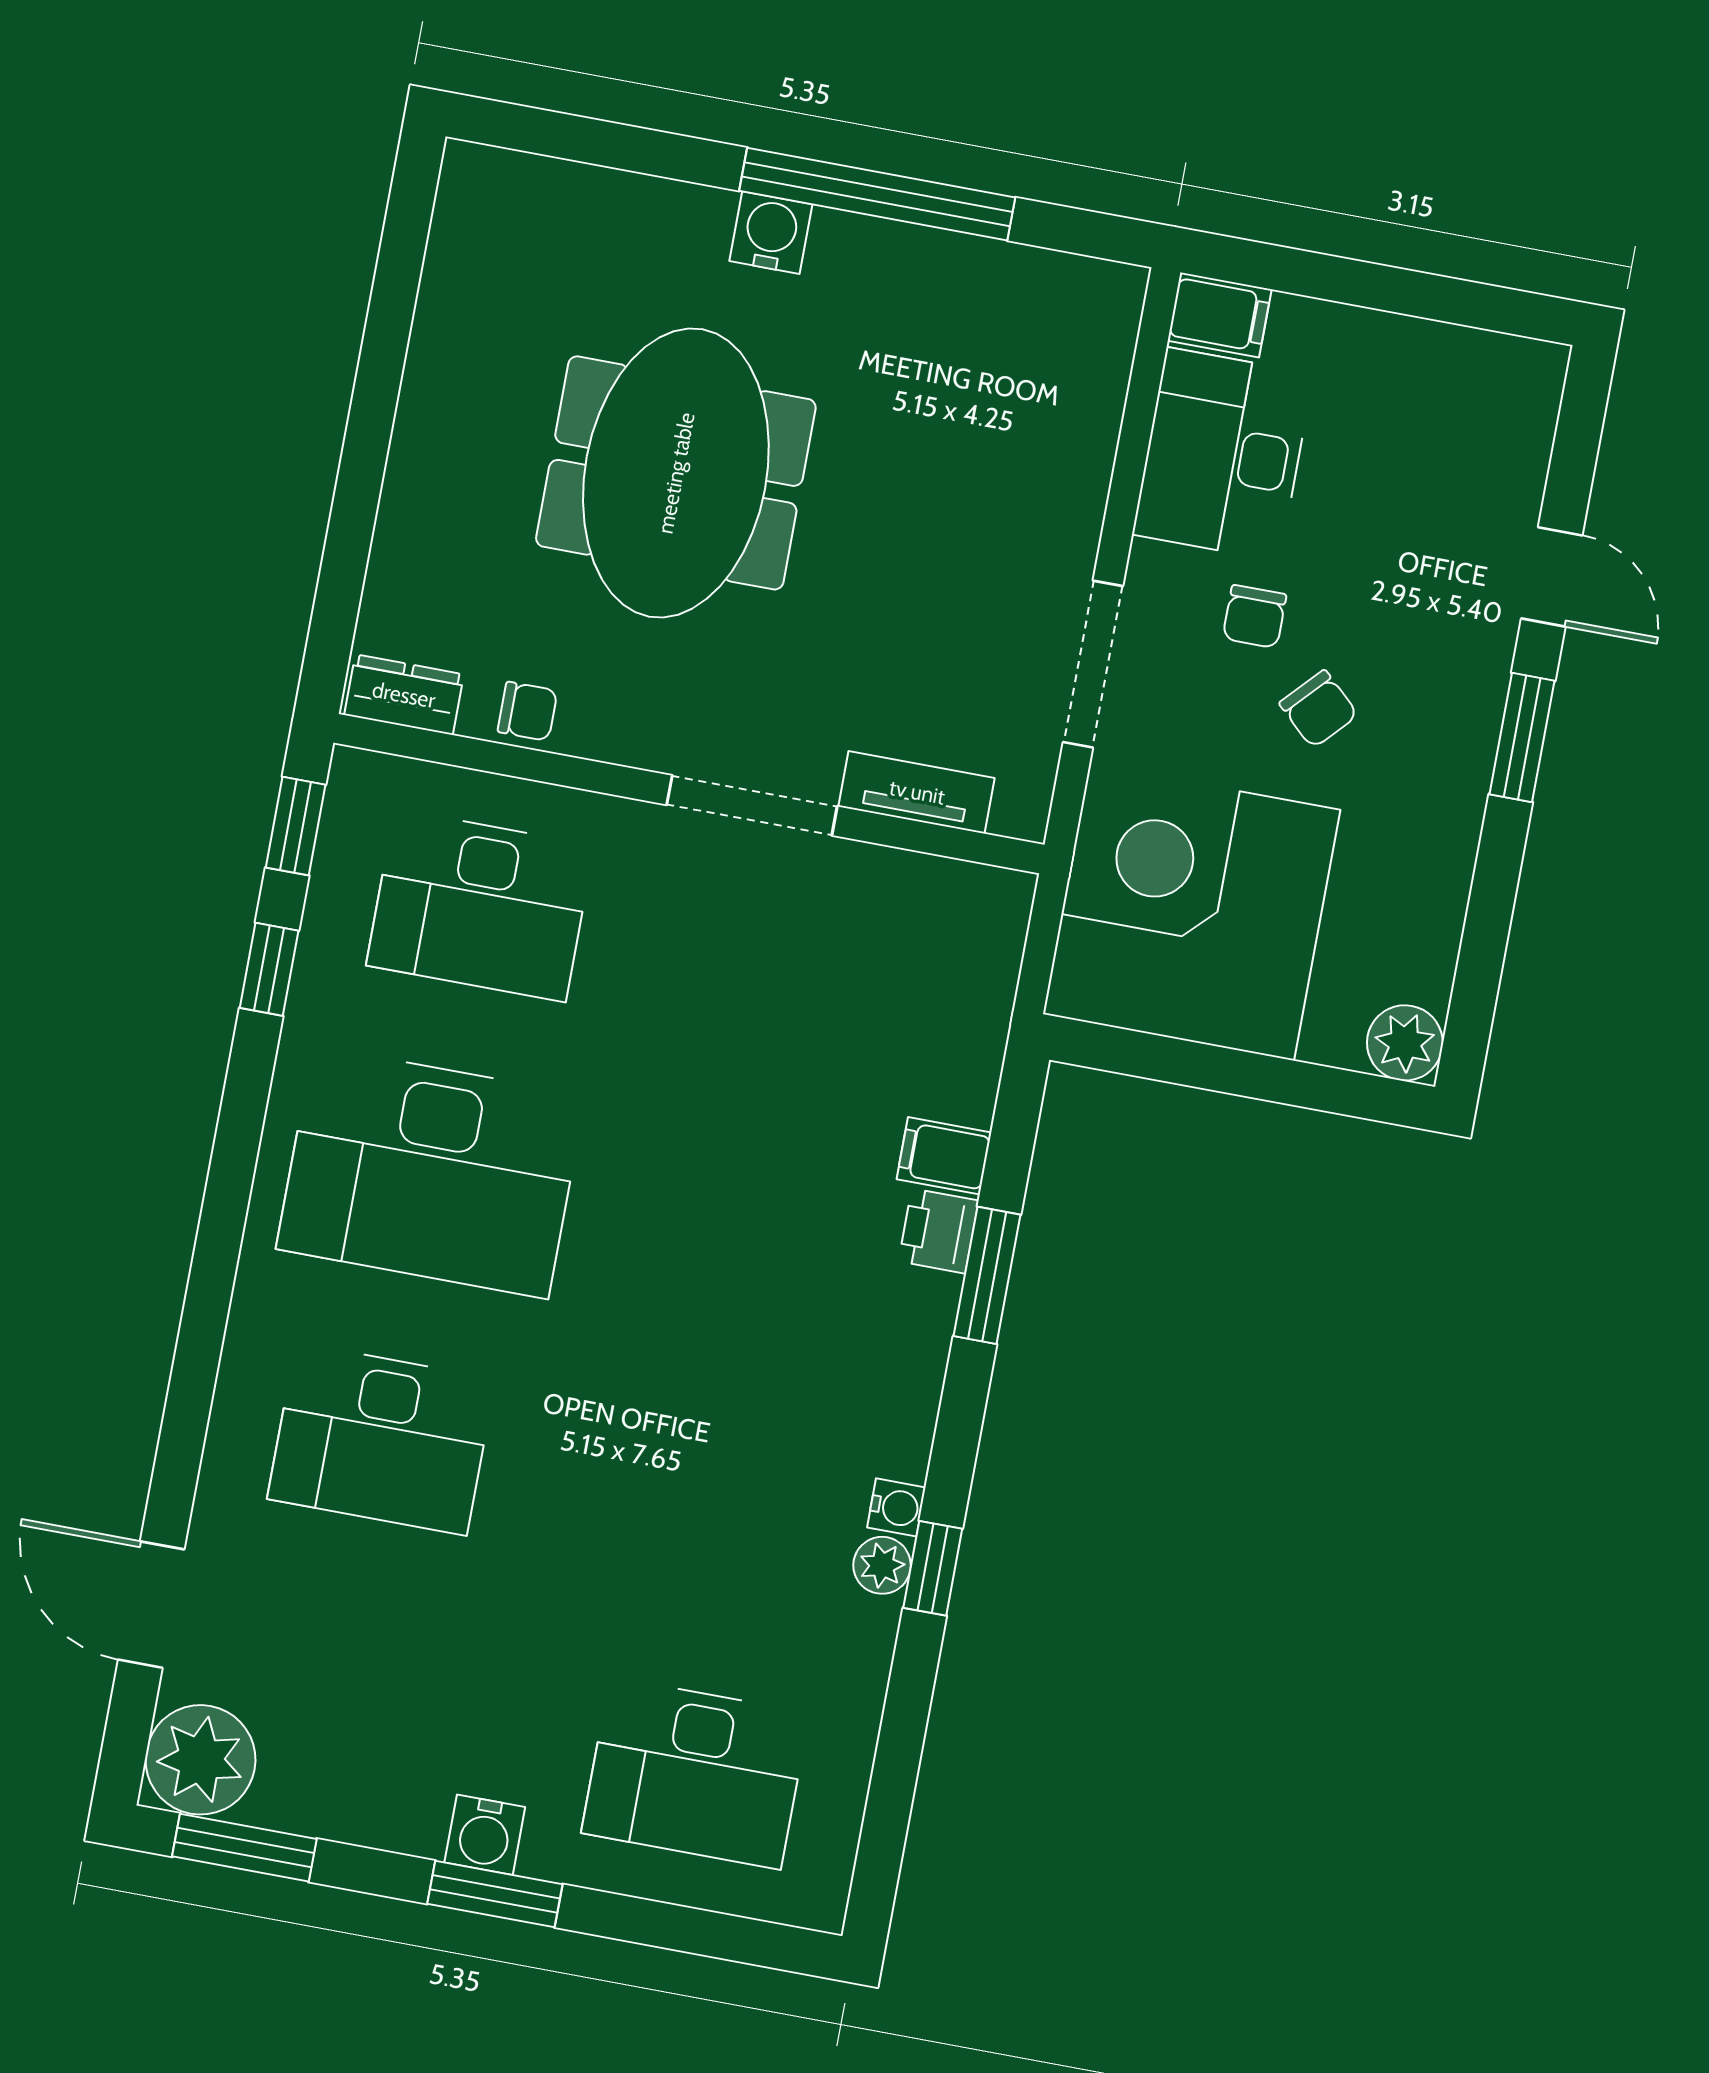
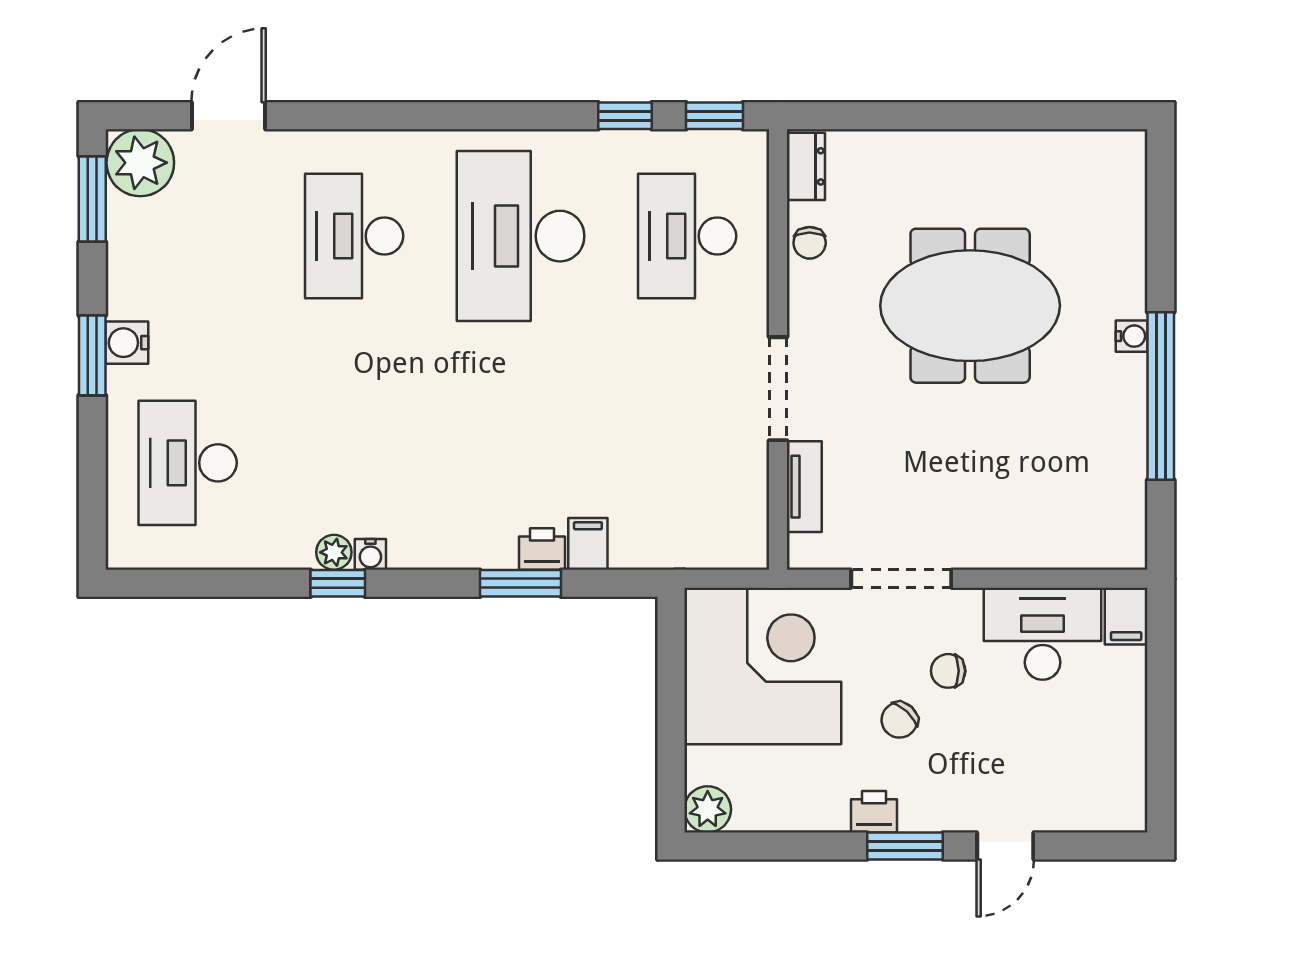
water cooler: (771, 233) -> (1132, 336), width x0.72, depth x0.72
printer: (1458, 777) -> (874, 812), added

